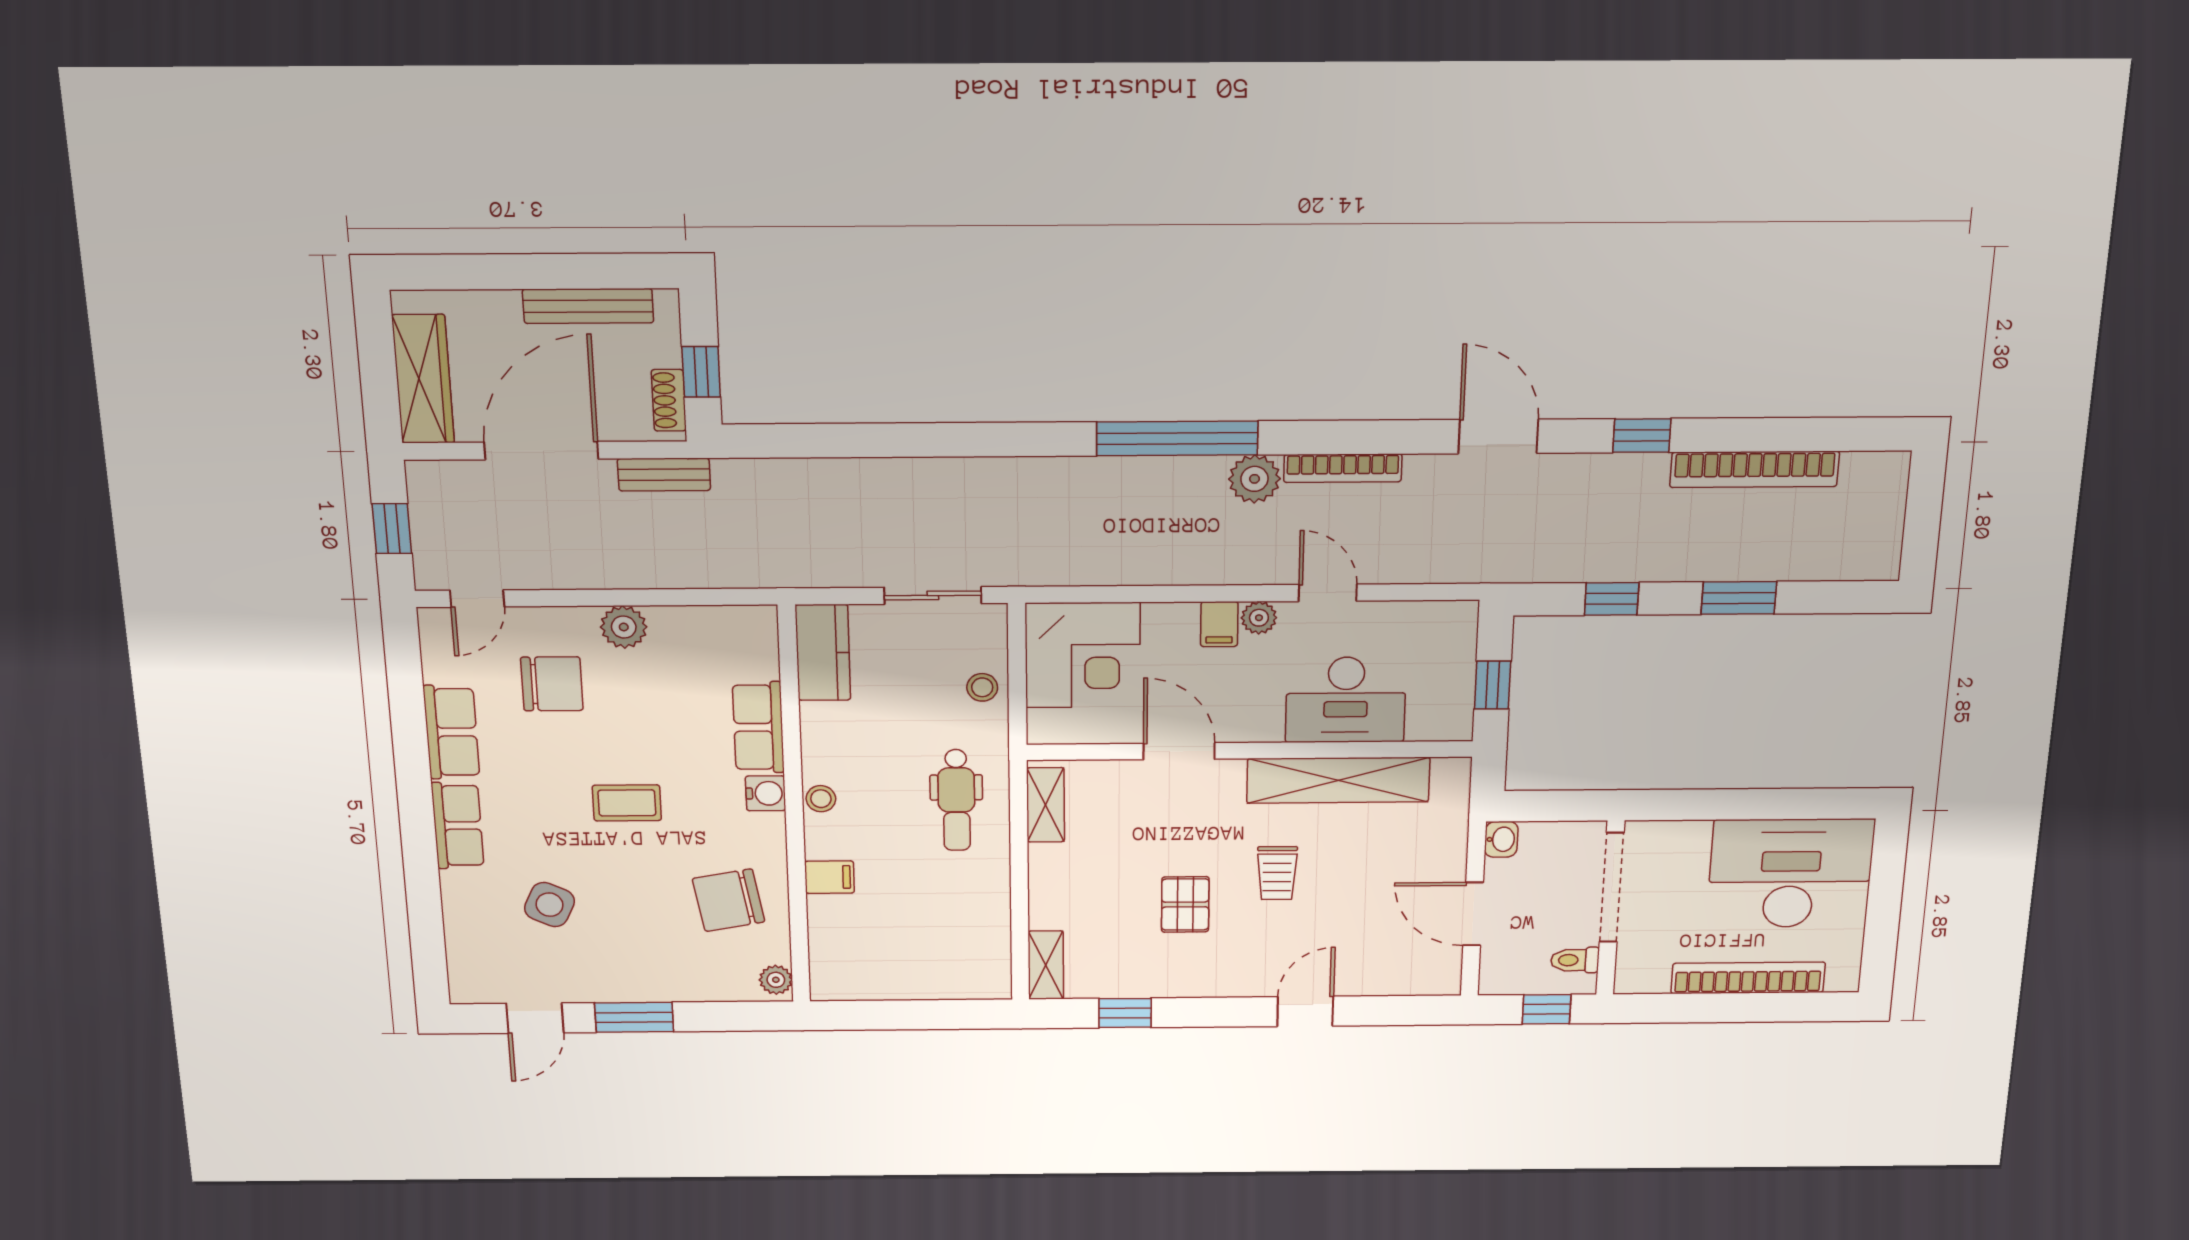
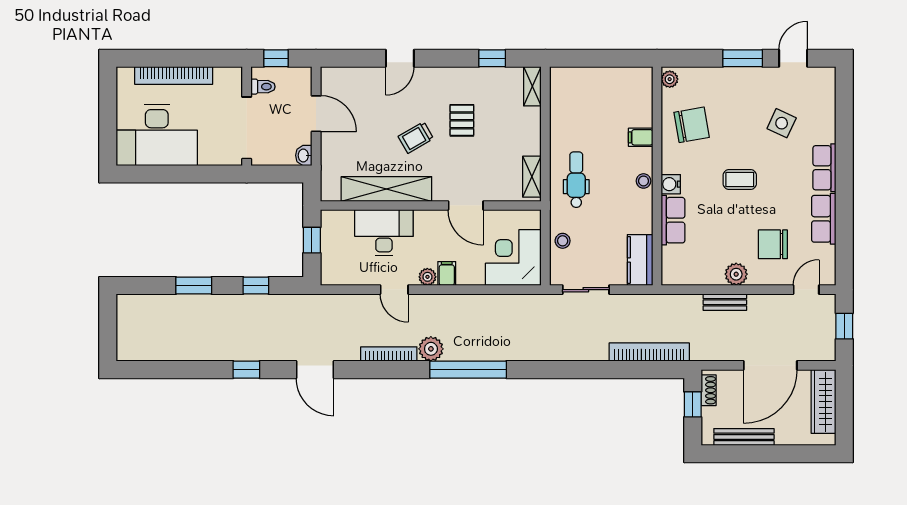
bookcase: (1755, 469) -> (649, 352), moved
bench: (664, 475) -> (725, 302), moved
trolley: (1277, 873) -> (416, 138), turned -120

